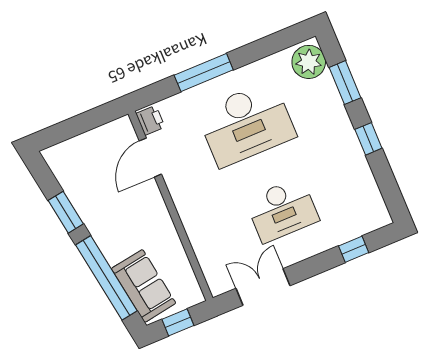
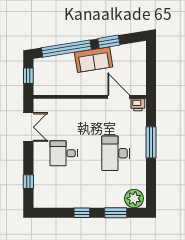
desk: (246, 124) -> (116, 153), width x0.73, depth x0.77
desk: (282, 210) -> (64, 153), width x0.73
sofa: (144, 286) -> (94, 60), moved

